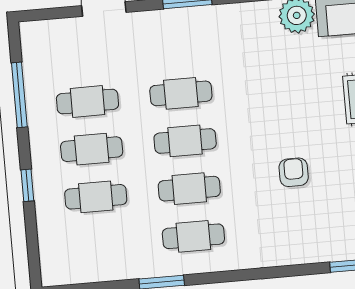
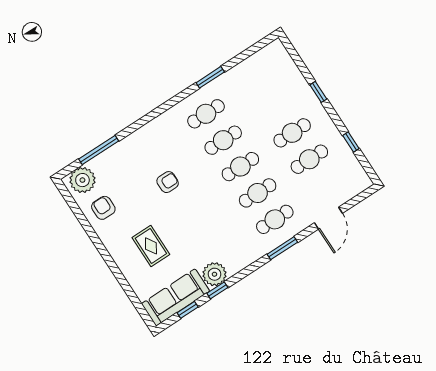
window: (19, 95) -> (351, 142), width x0.46
armchair: (294, 172) -> (168, 182), turned -90
cafe table: (96, 197) -> (275, 219), moved

